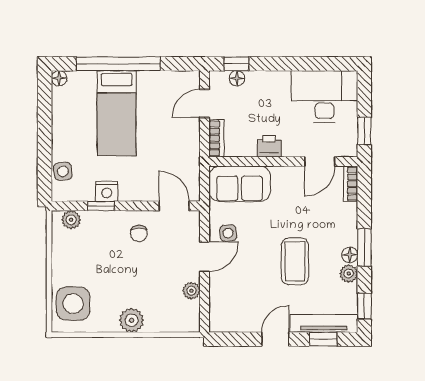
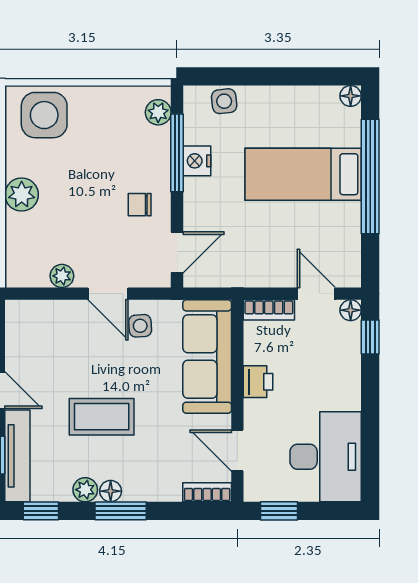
floor lamp: (237, 78) -> (351, 310), moved
sofa: (240, 184) -> (207, 357), width x1.36
window: (101, 206) -> (177, 153), width x2.17

